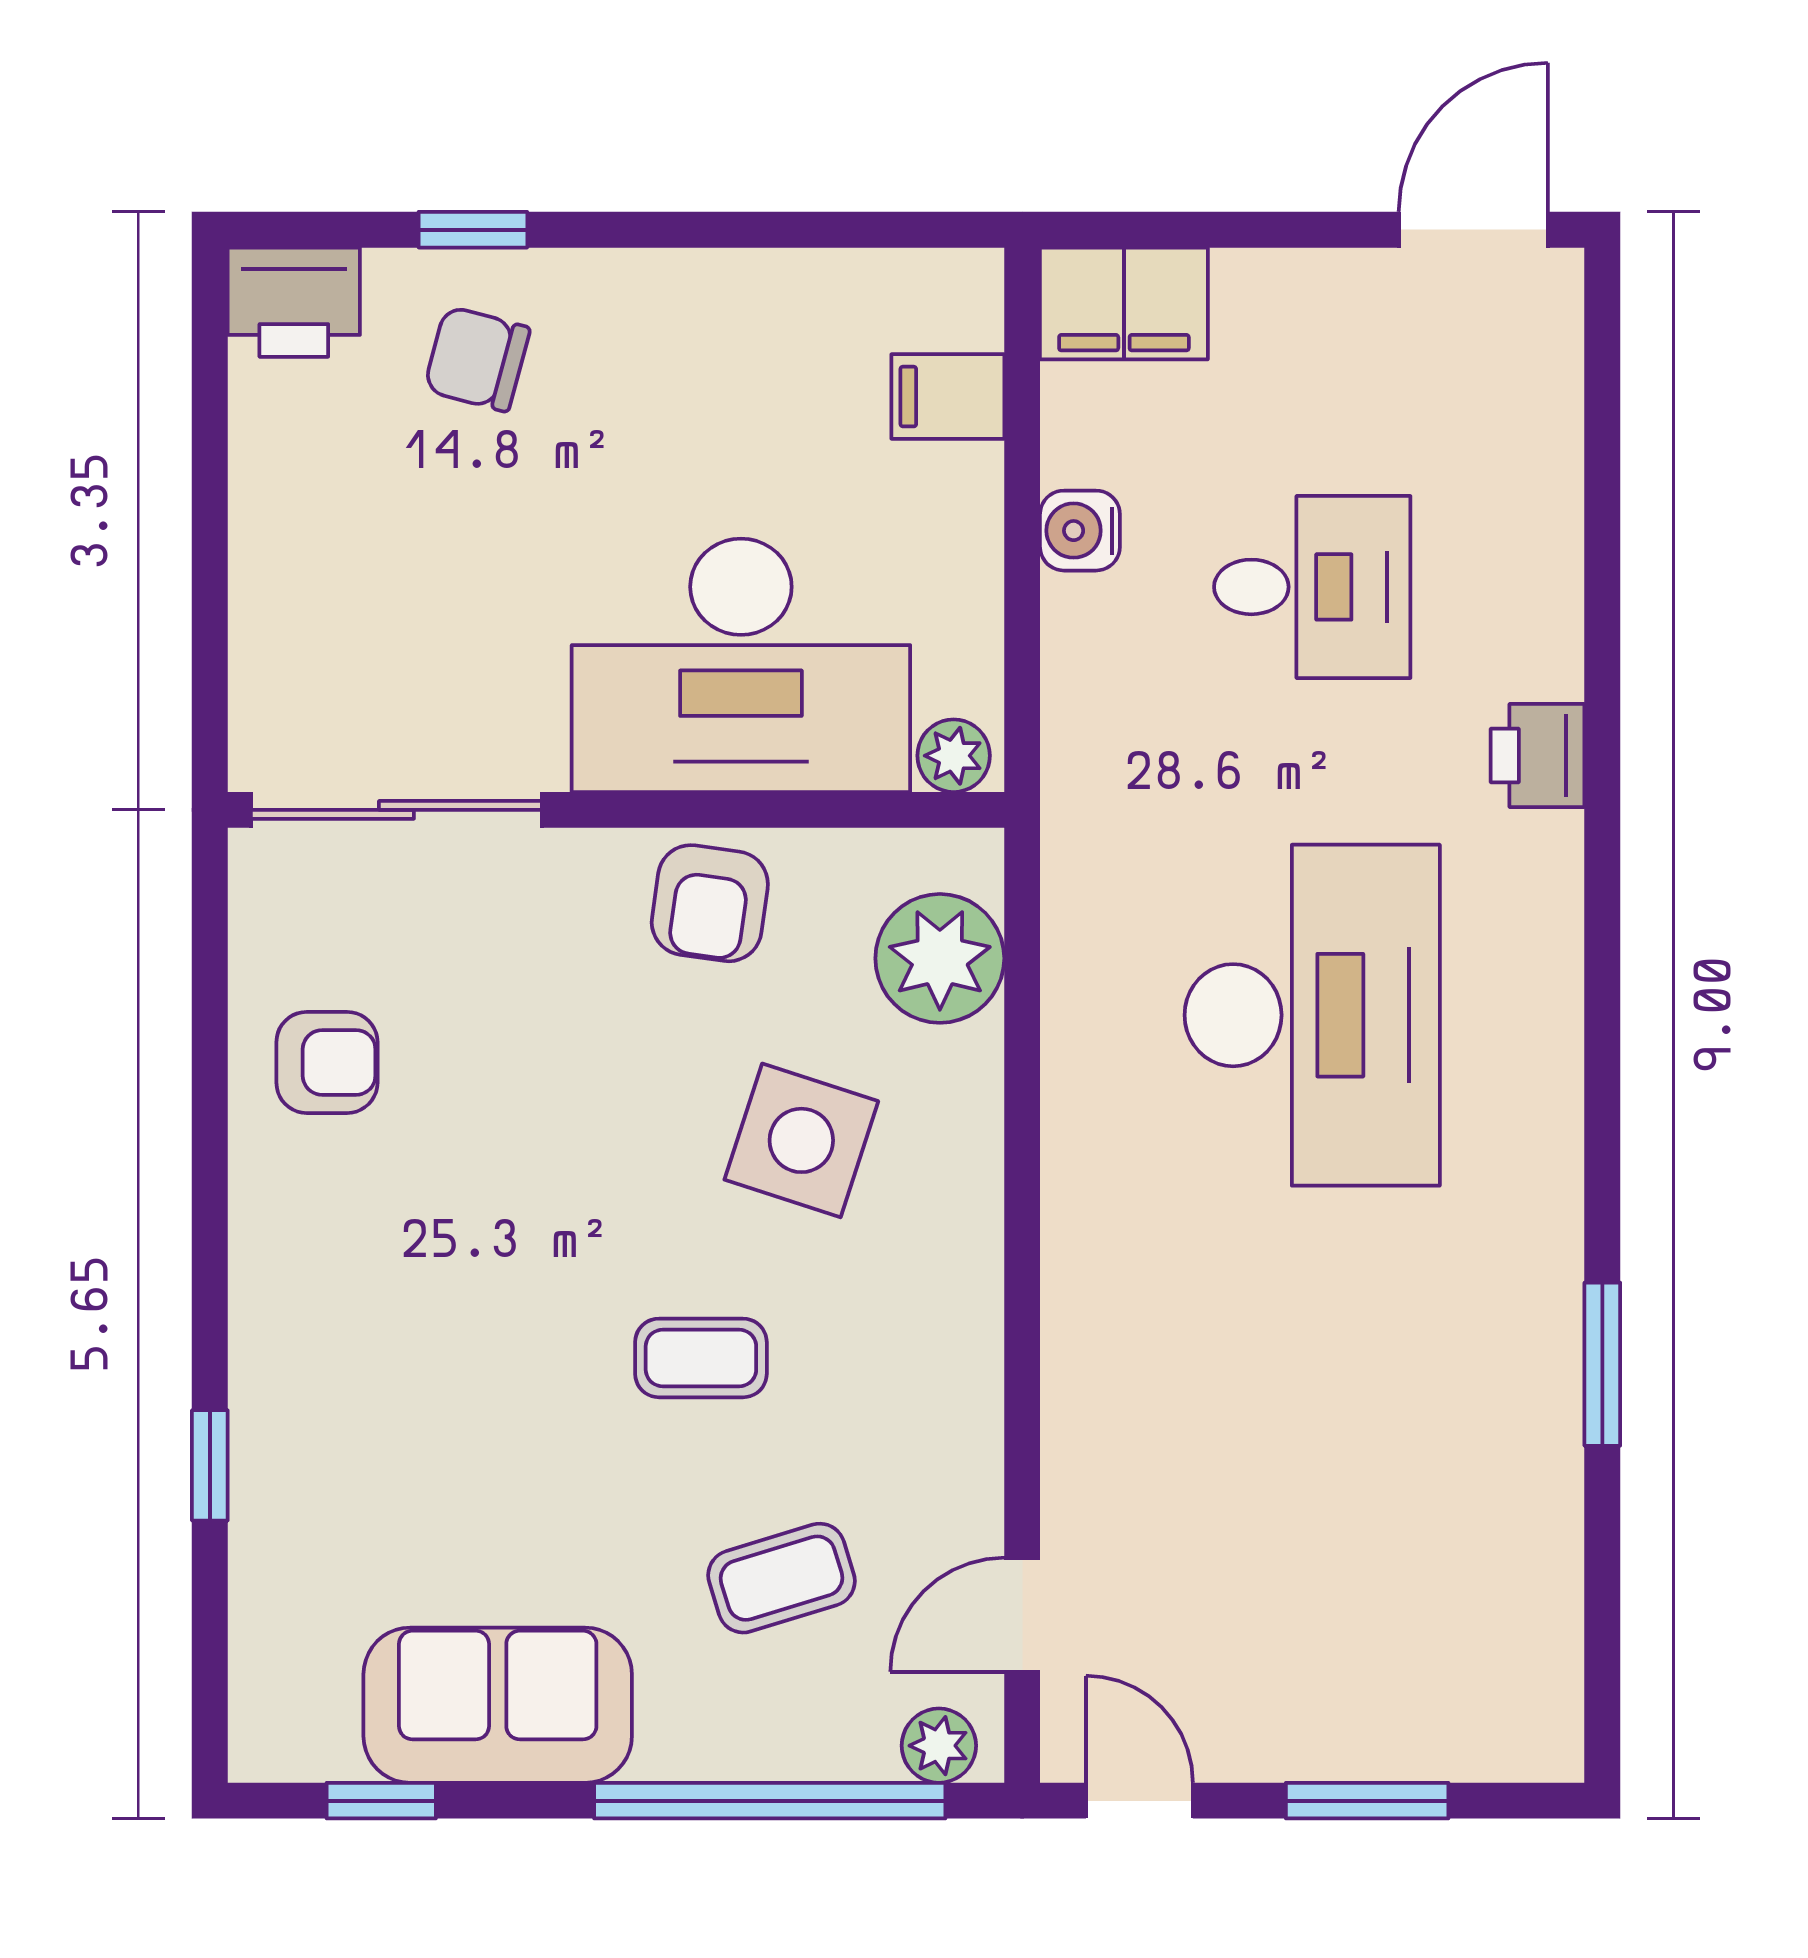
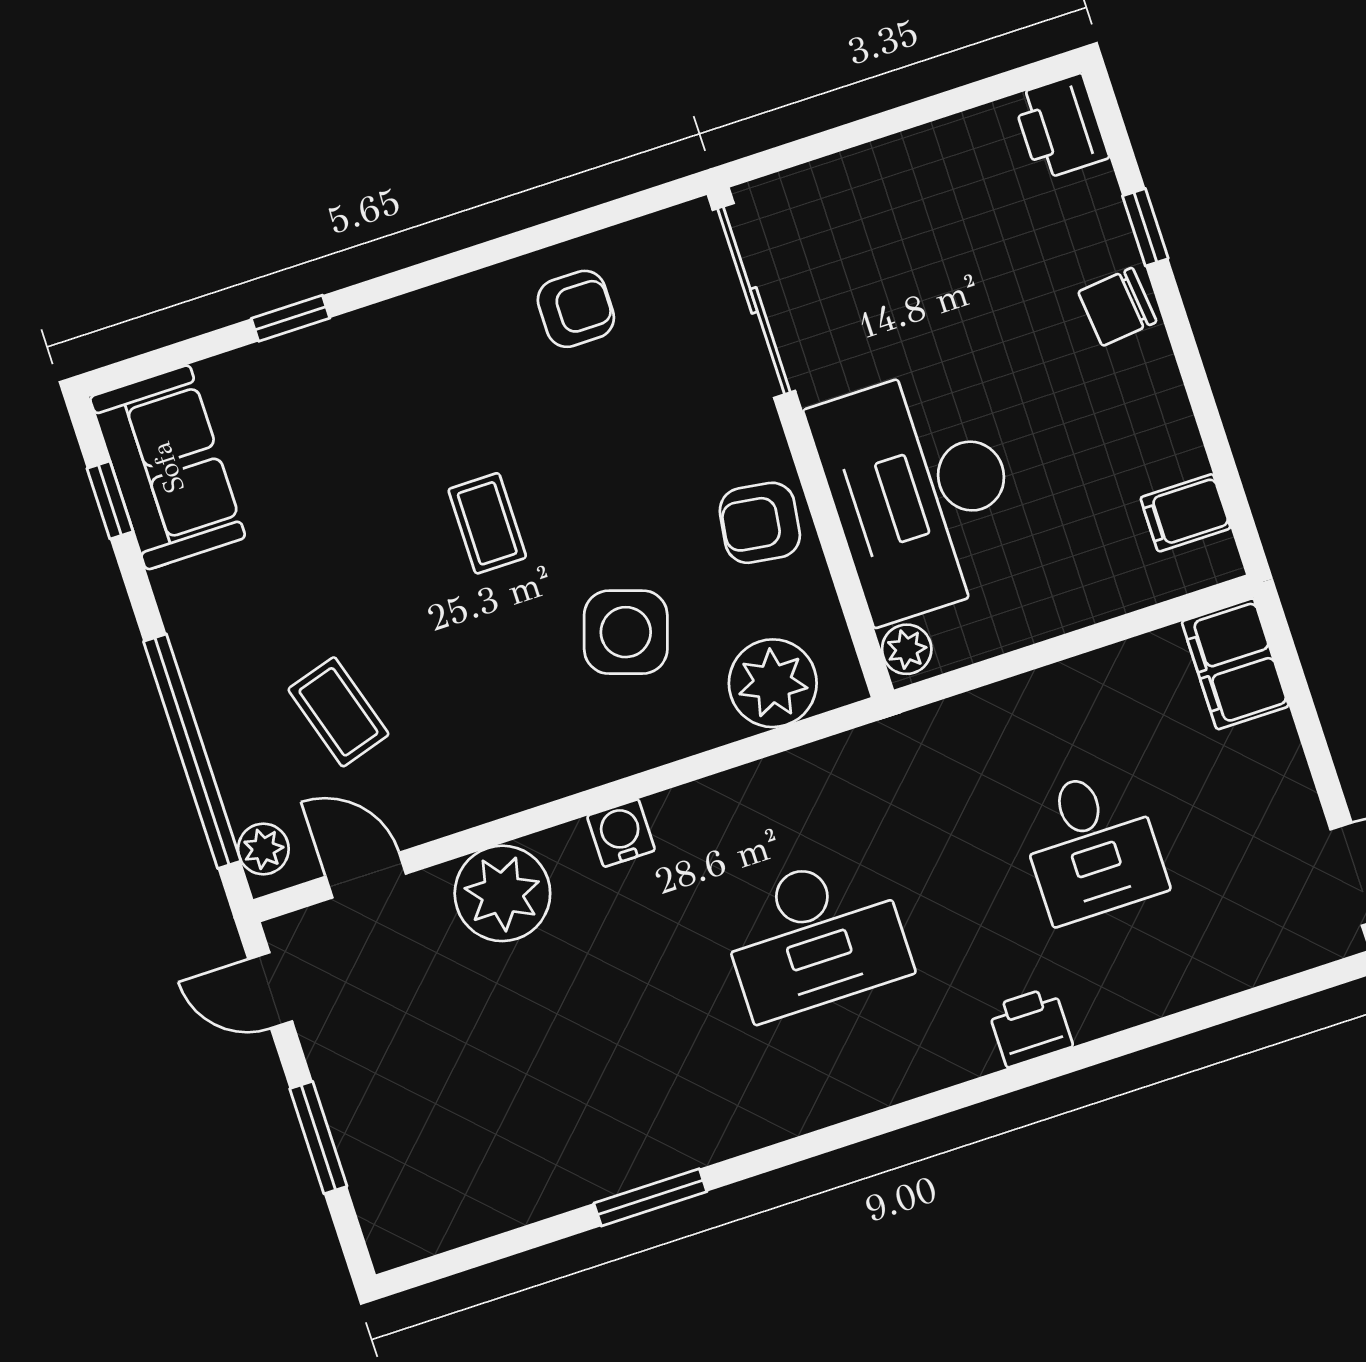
chair: (477, 359) -> (1117, 307), moved, turned -111
filing cabinet: (948, 397) -> (1185, 513), moved, turned -90
water cooler: (1080, 531) -> (621, 833), moved
desk: (1312, 1015) -> (815, 936), width x0.73, depth x0.77
armchair: (327, 1062) -> (576, 309), turned -90
coffee table: (701, 1358) -> (487, 523), moved
plant: (1110, 1432) -> (502, 893), added
sofa: (498, 1705) -> (168, 467), moved
door: (1139, 1801) -> (270, 990), swing flipped

